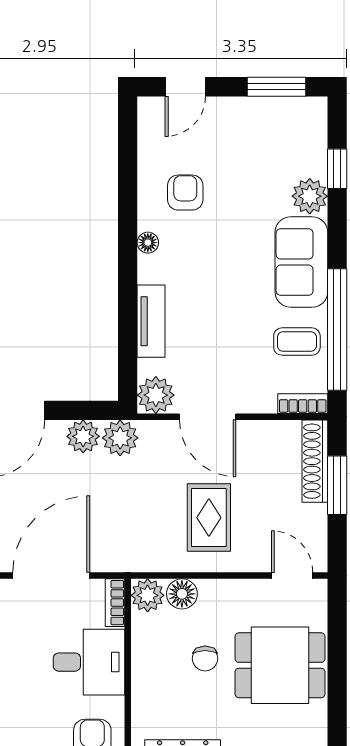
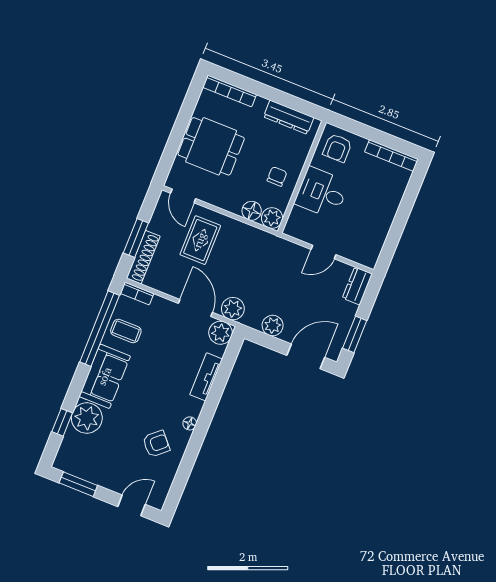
armchair: (185, 193) -> (156, 444), turned -132
plant: (310, 196) -> (87, 418), width x1.36, depth x1.36
plant: (120, 438) -> (233, 309), moved
rug: (209, 518) -> (200, 240), moved
door: (51, 575) -> (323, 252), width x0.53
bookcase: (115, 603) -> (293, 221), removed
chair: (205, 659) -> (277, 176), moved

